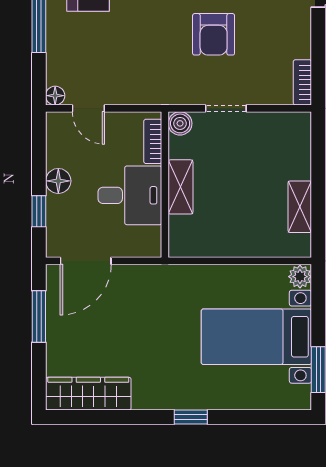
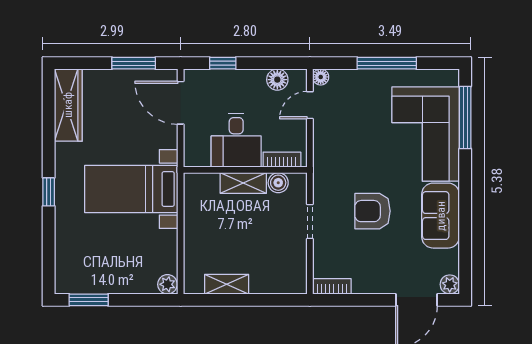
boiler: (180, 123) -> (278, 183), moved
floor lamp: (58, 181) -> (277, 80), moved
bed with nightstands: (256, 337) -> (131, 189), moved, turned -90

